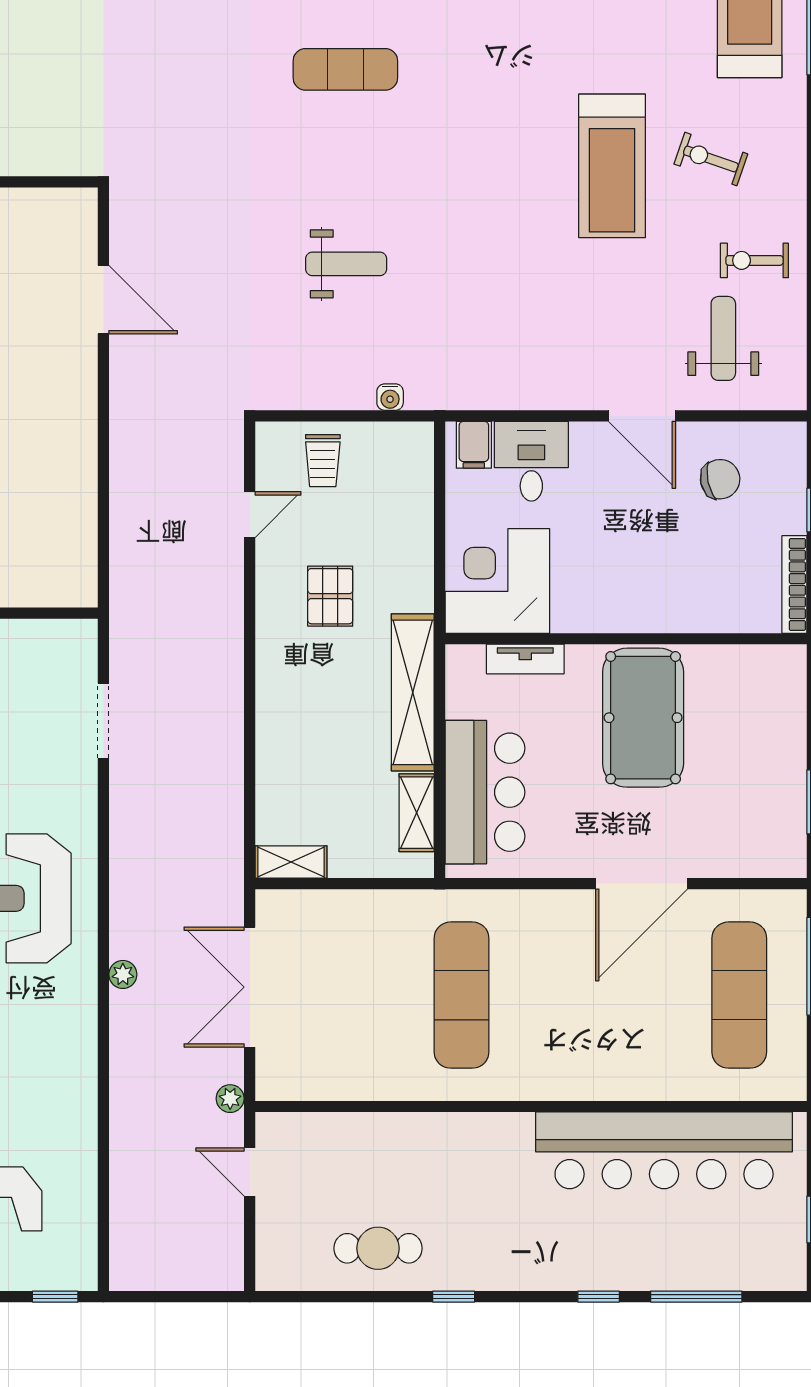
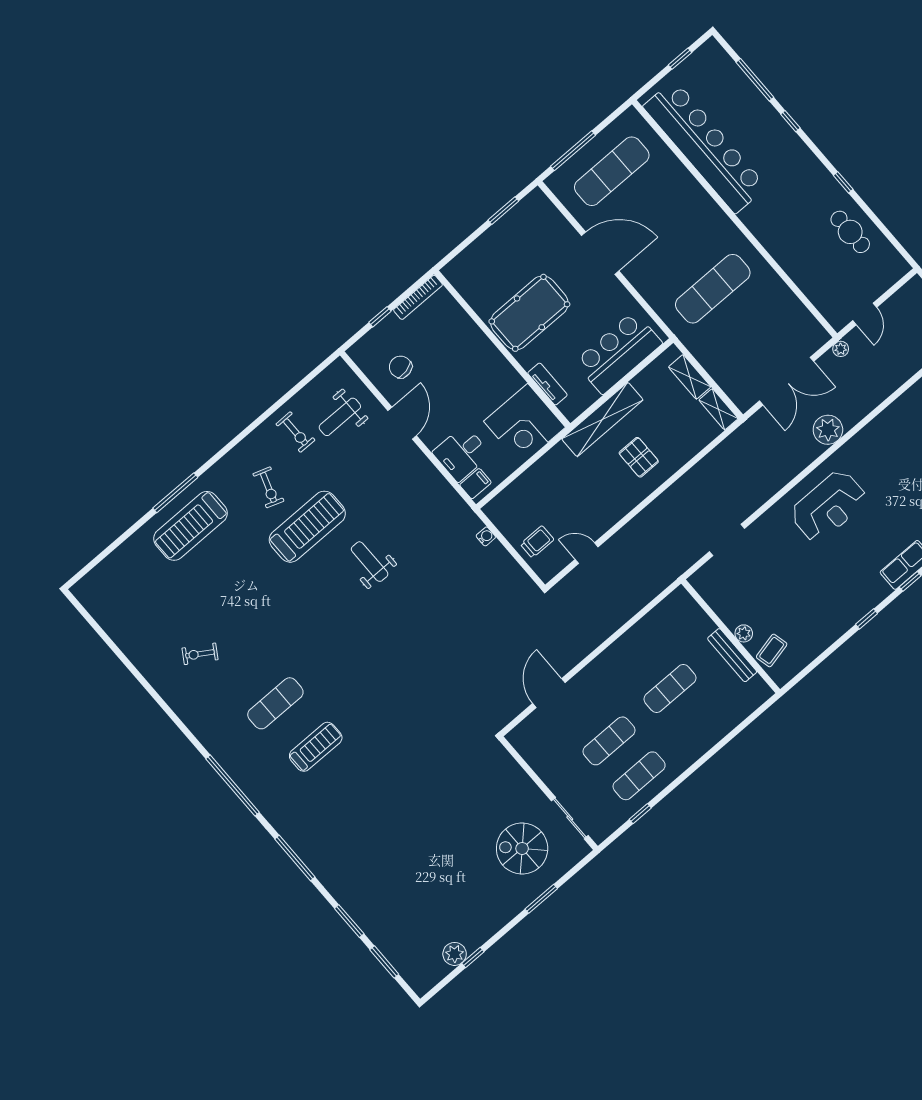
exercise mat: (345, 69) -> (364, 675), removed
weight bench: (346, 264) -> (370, 562), moved
pallet: (330, 596) -> (639, 457), moved, turned 90
shelving: (417, 813) -> (690, 377), moved, turned 90
plant: (123, 974) -> (828, 430), width x1.88, depth x1.88

